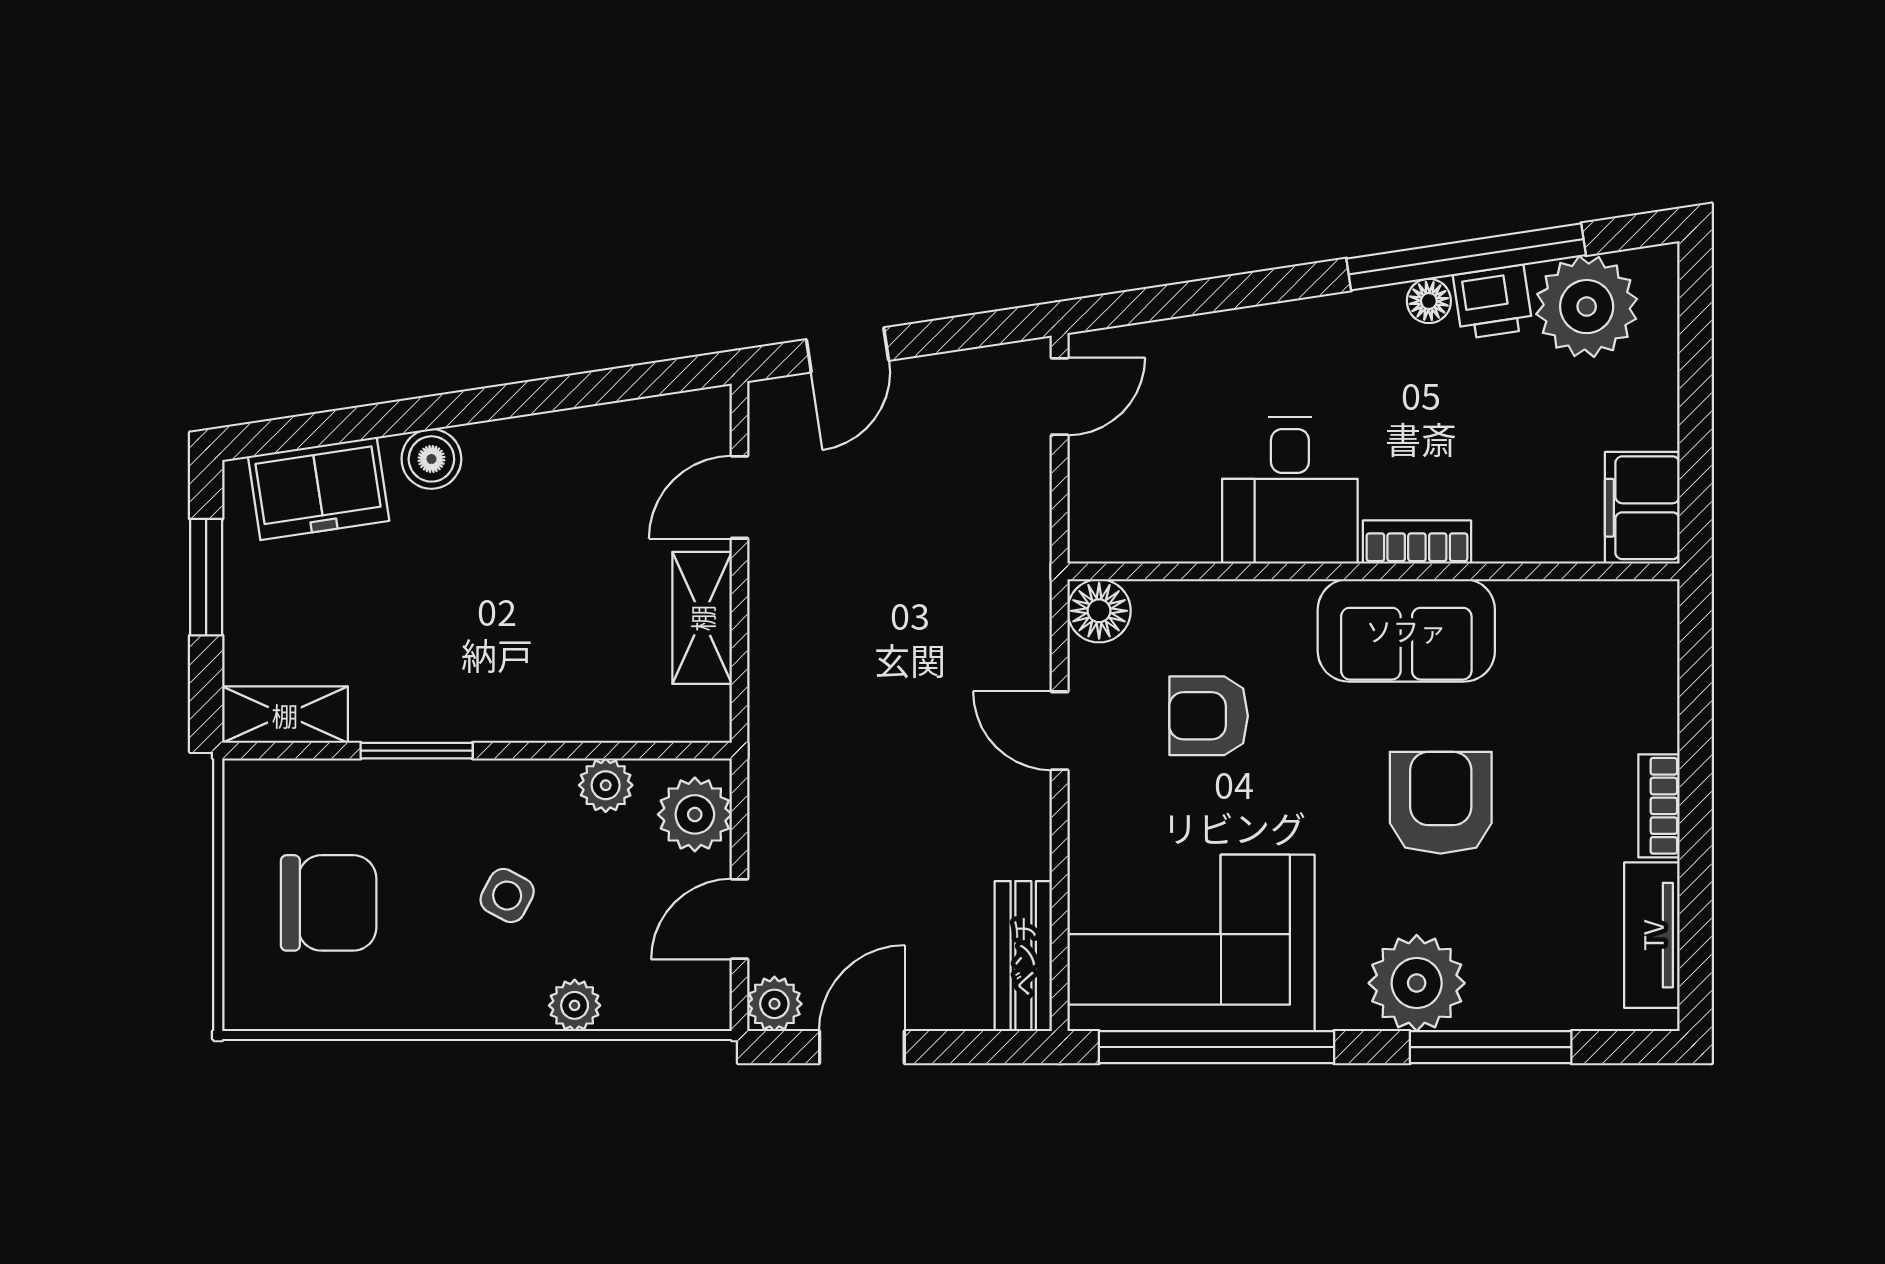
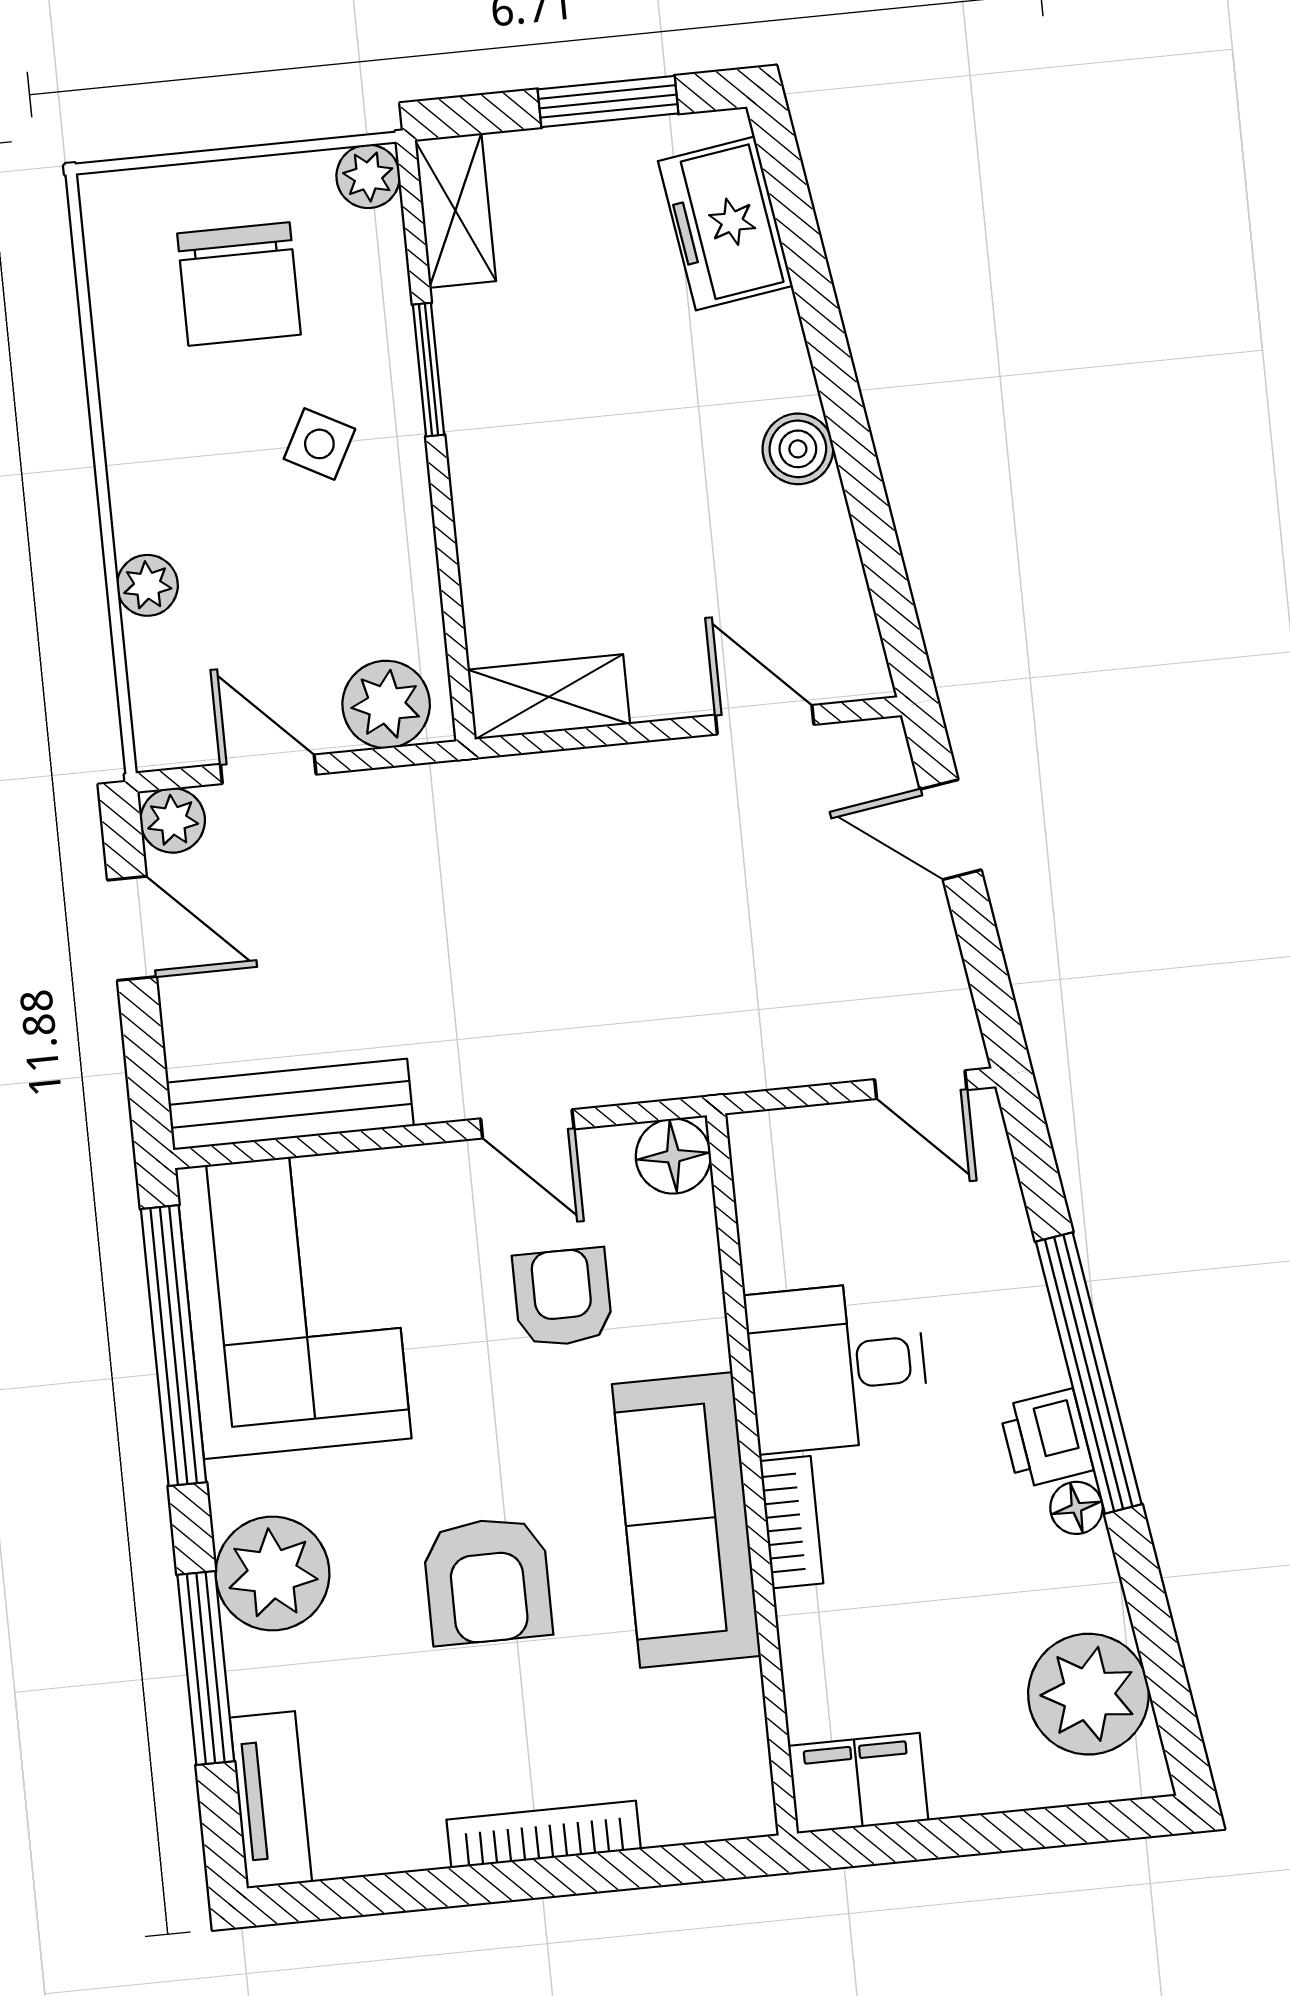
window: (1466, 257) -> (1089, 1373), moved
printer: (1493, 302) -> (1046, 1439), moved
boiler: (431, 459) -> (798, 449), moved
shelving: (702, 618) -> (549, 697), moved
sofa: (1406, 630) -> (686, 1520), width x1.36
door: (1060, 731) -> (527, 1124), swing flipped
plant: (606, 785) -> (368, 176), moved
armchair: (1441, 803) -> (487, 1581), turned 90
bookcase: (1659, 806) -> (544, 1834), width x1.56
side table: (507, 896) -> (319, 444), moved
tv unit: (1652, 935) -> (271, 1800), moved, turned 90
bench: (1023, 956) -> (290, 1104), width x1.36

